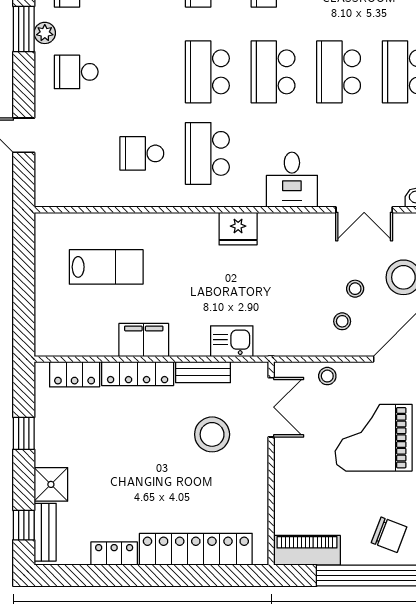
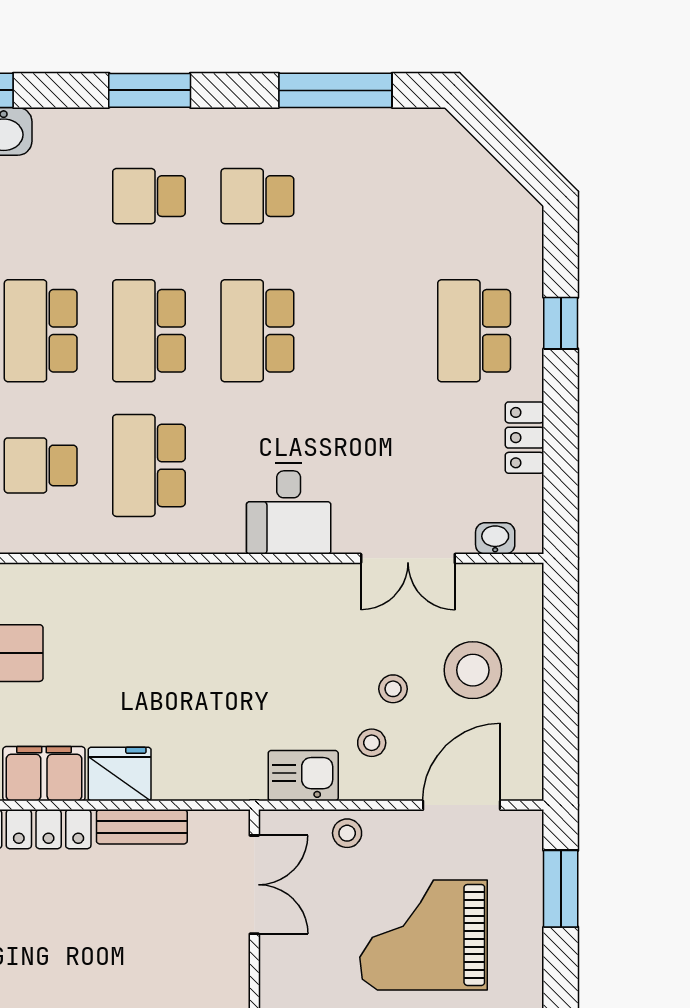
school desk: (339, 72) -> (41, 331), moved
fridge: (238, 229) -> (120, 774), moved, turned 180
kitchen sink: (232, 341) -> (303, 776), moved
stool: (212, 434) -> (157, 930), removed

